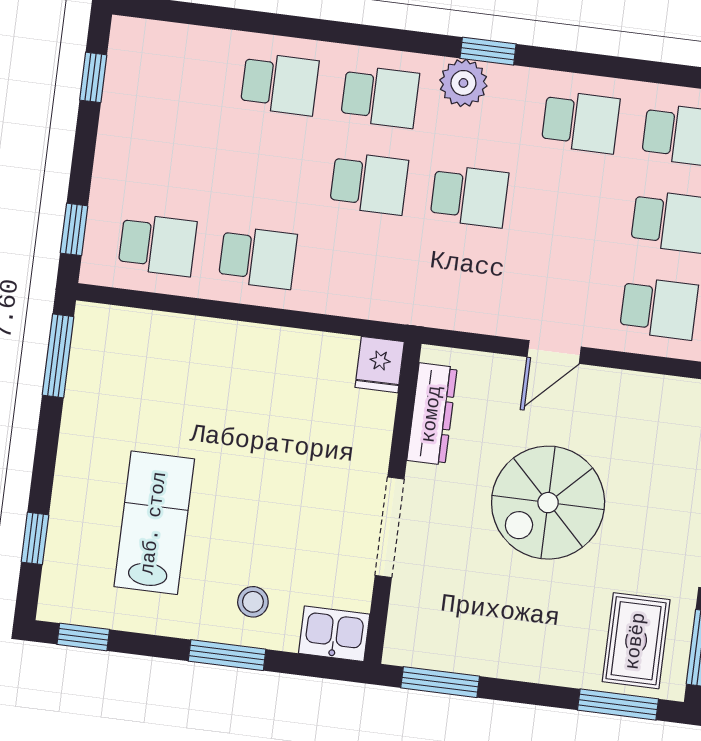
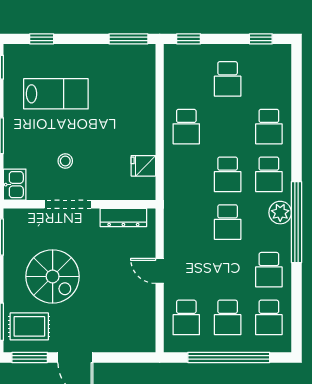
window: (488, 51) -> (297, 222), width x3.17
school desk: (158, 245) -> (228, 79), moved
fridge: (380, 365) -> (143, 166), moved
spiral stairs: (548, 503) -> (53, 276), moved, turned 180
stool: (253, 602) -> (65, 161), moved

